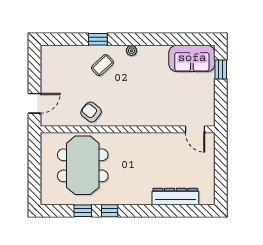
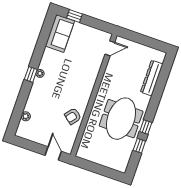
window: (98, 39) -> (31, 74), moved
plant: (70, 51) -> (26, 116), added
coffee table: (102, 65) -> (43, 97), removed
meeting table: (83, 165) -> (121, 119), moved, turned 90

